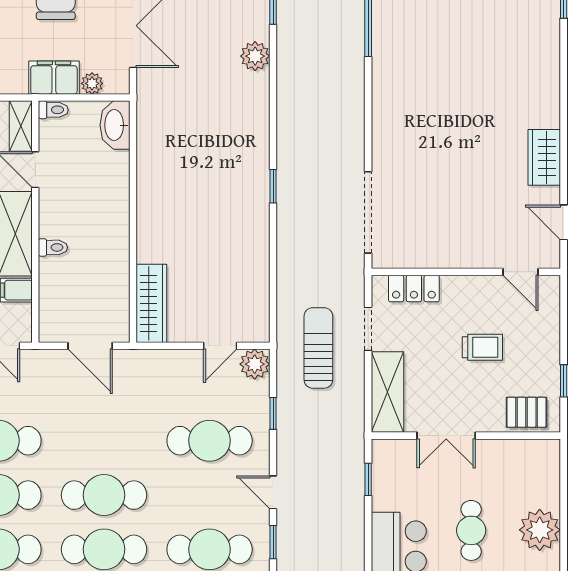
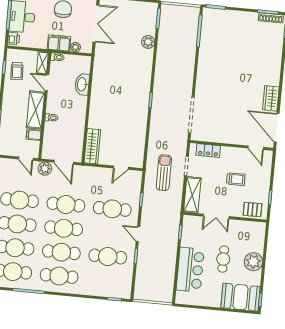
washbasin: (115, 125) -> (82, 84), moved
door: (564, 222) -> (277, 128), width x1.88
plant: (255, 364) -> (45, 169), moved
cafe table: (104, 441) -> (66, 204), added

